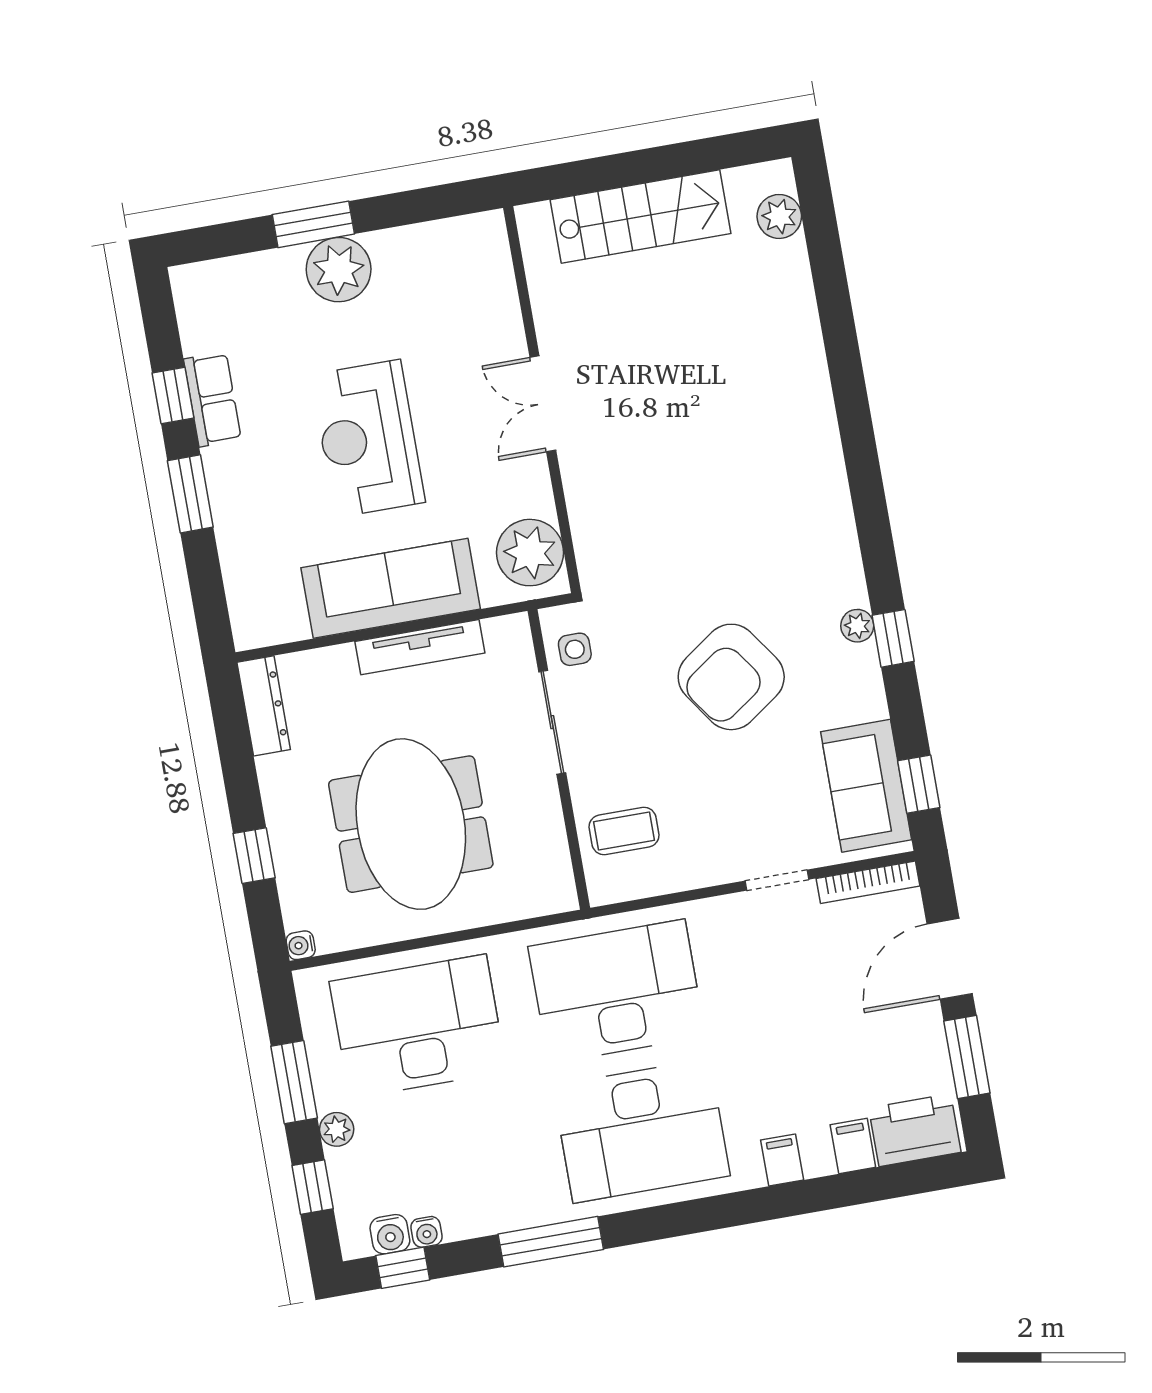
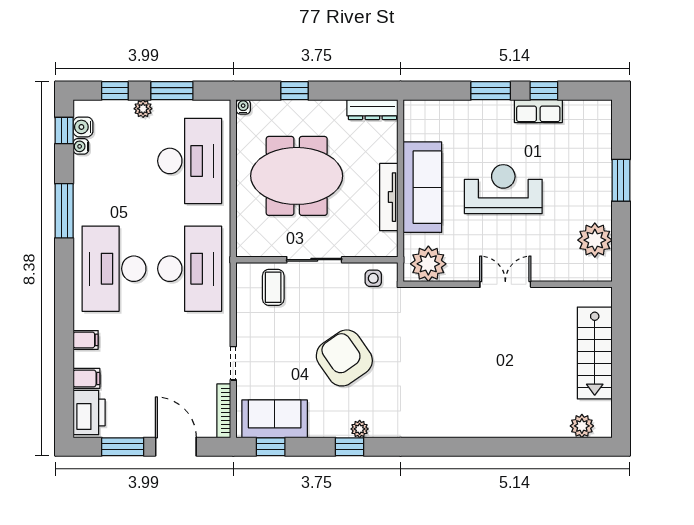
plant: (339, 270) -> (595, 240), moved
sliding door: (552, 722) -> (314, 260), moved

